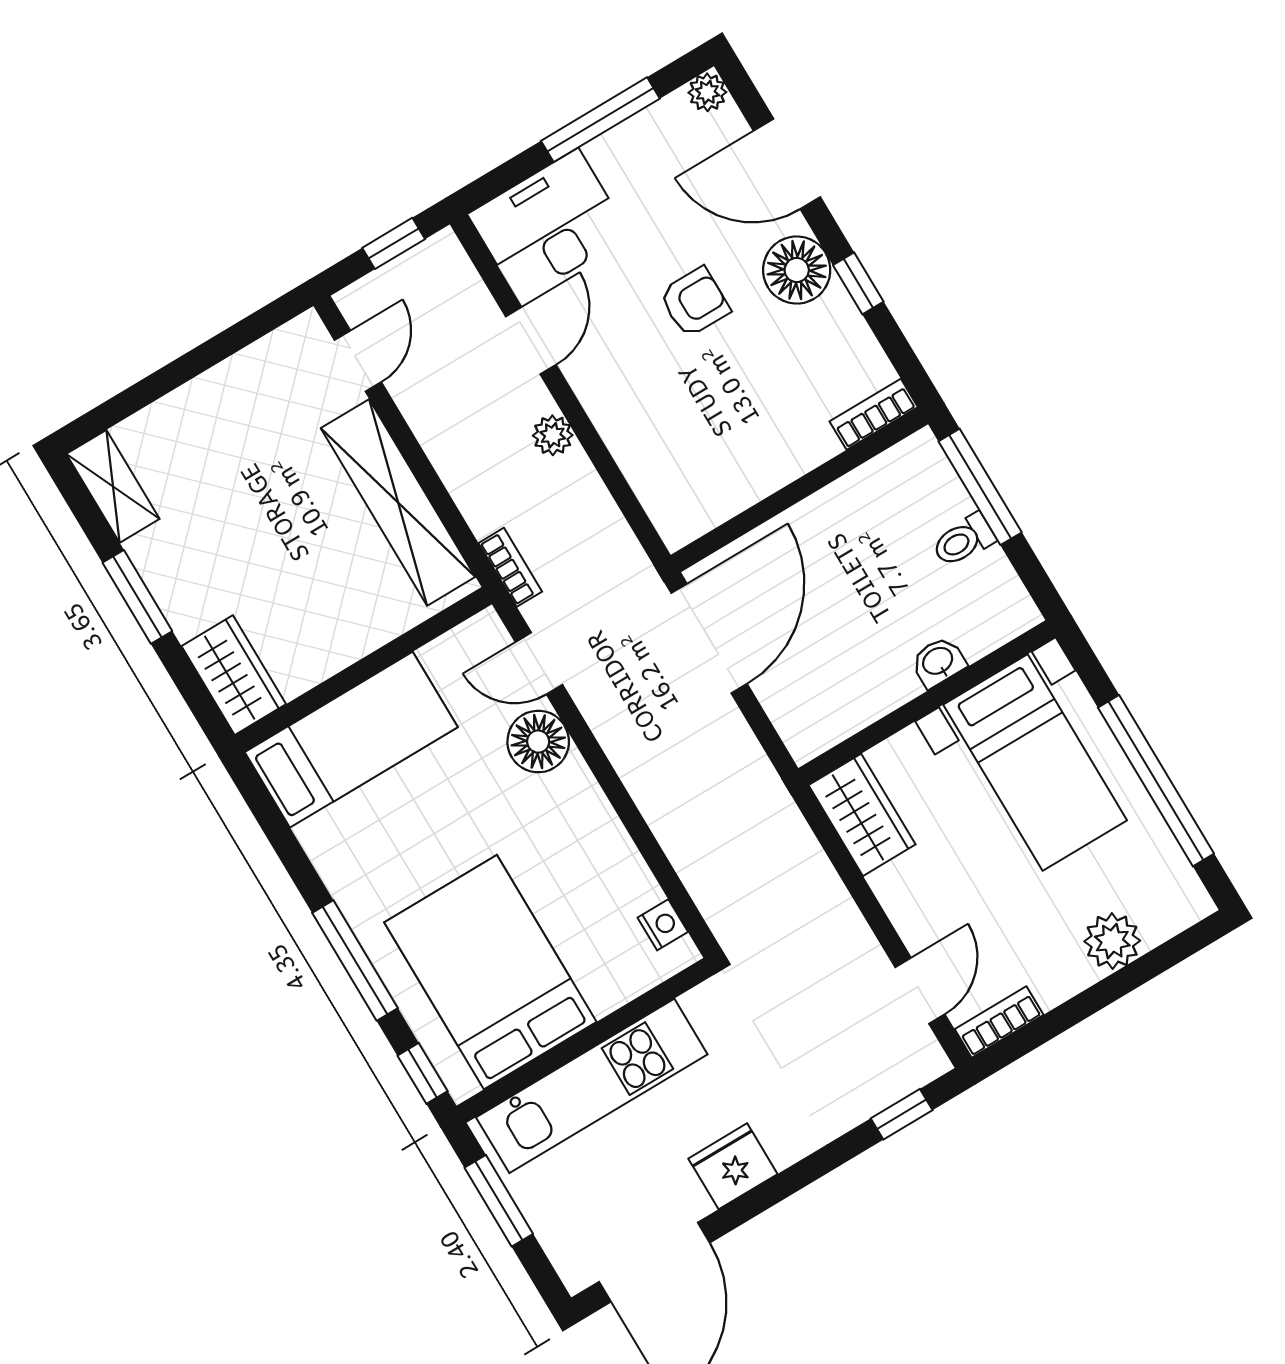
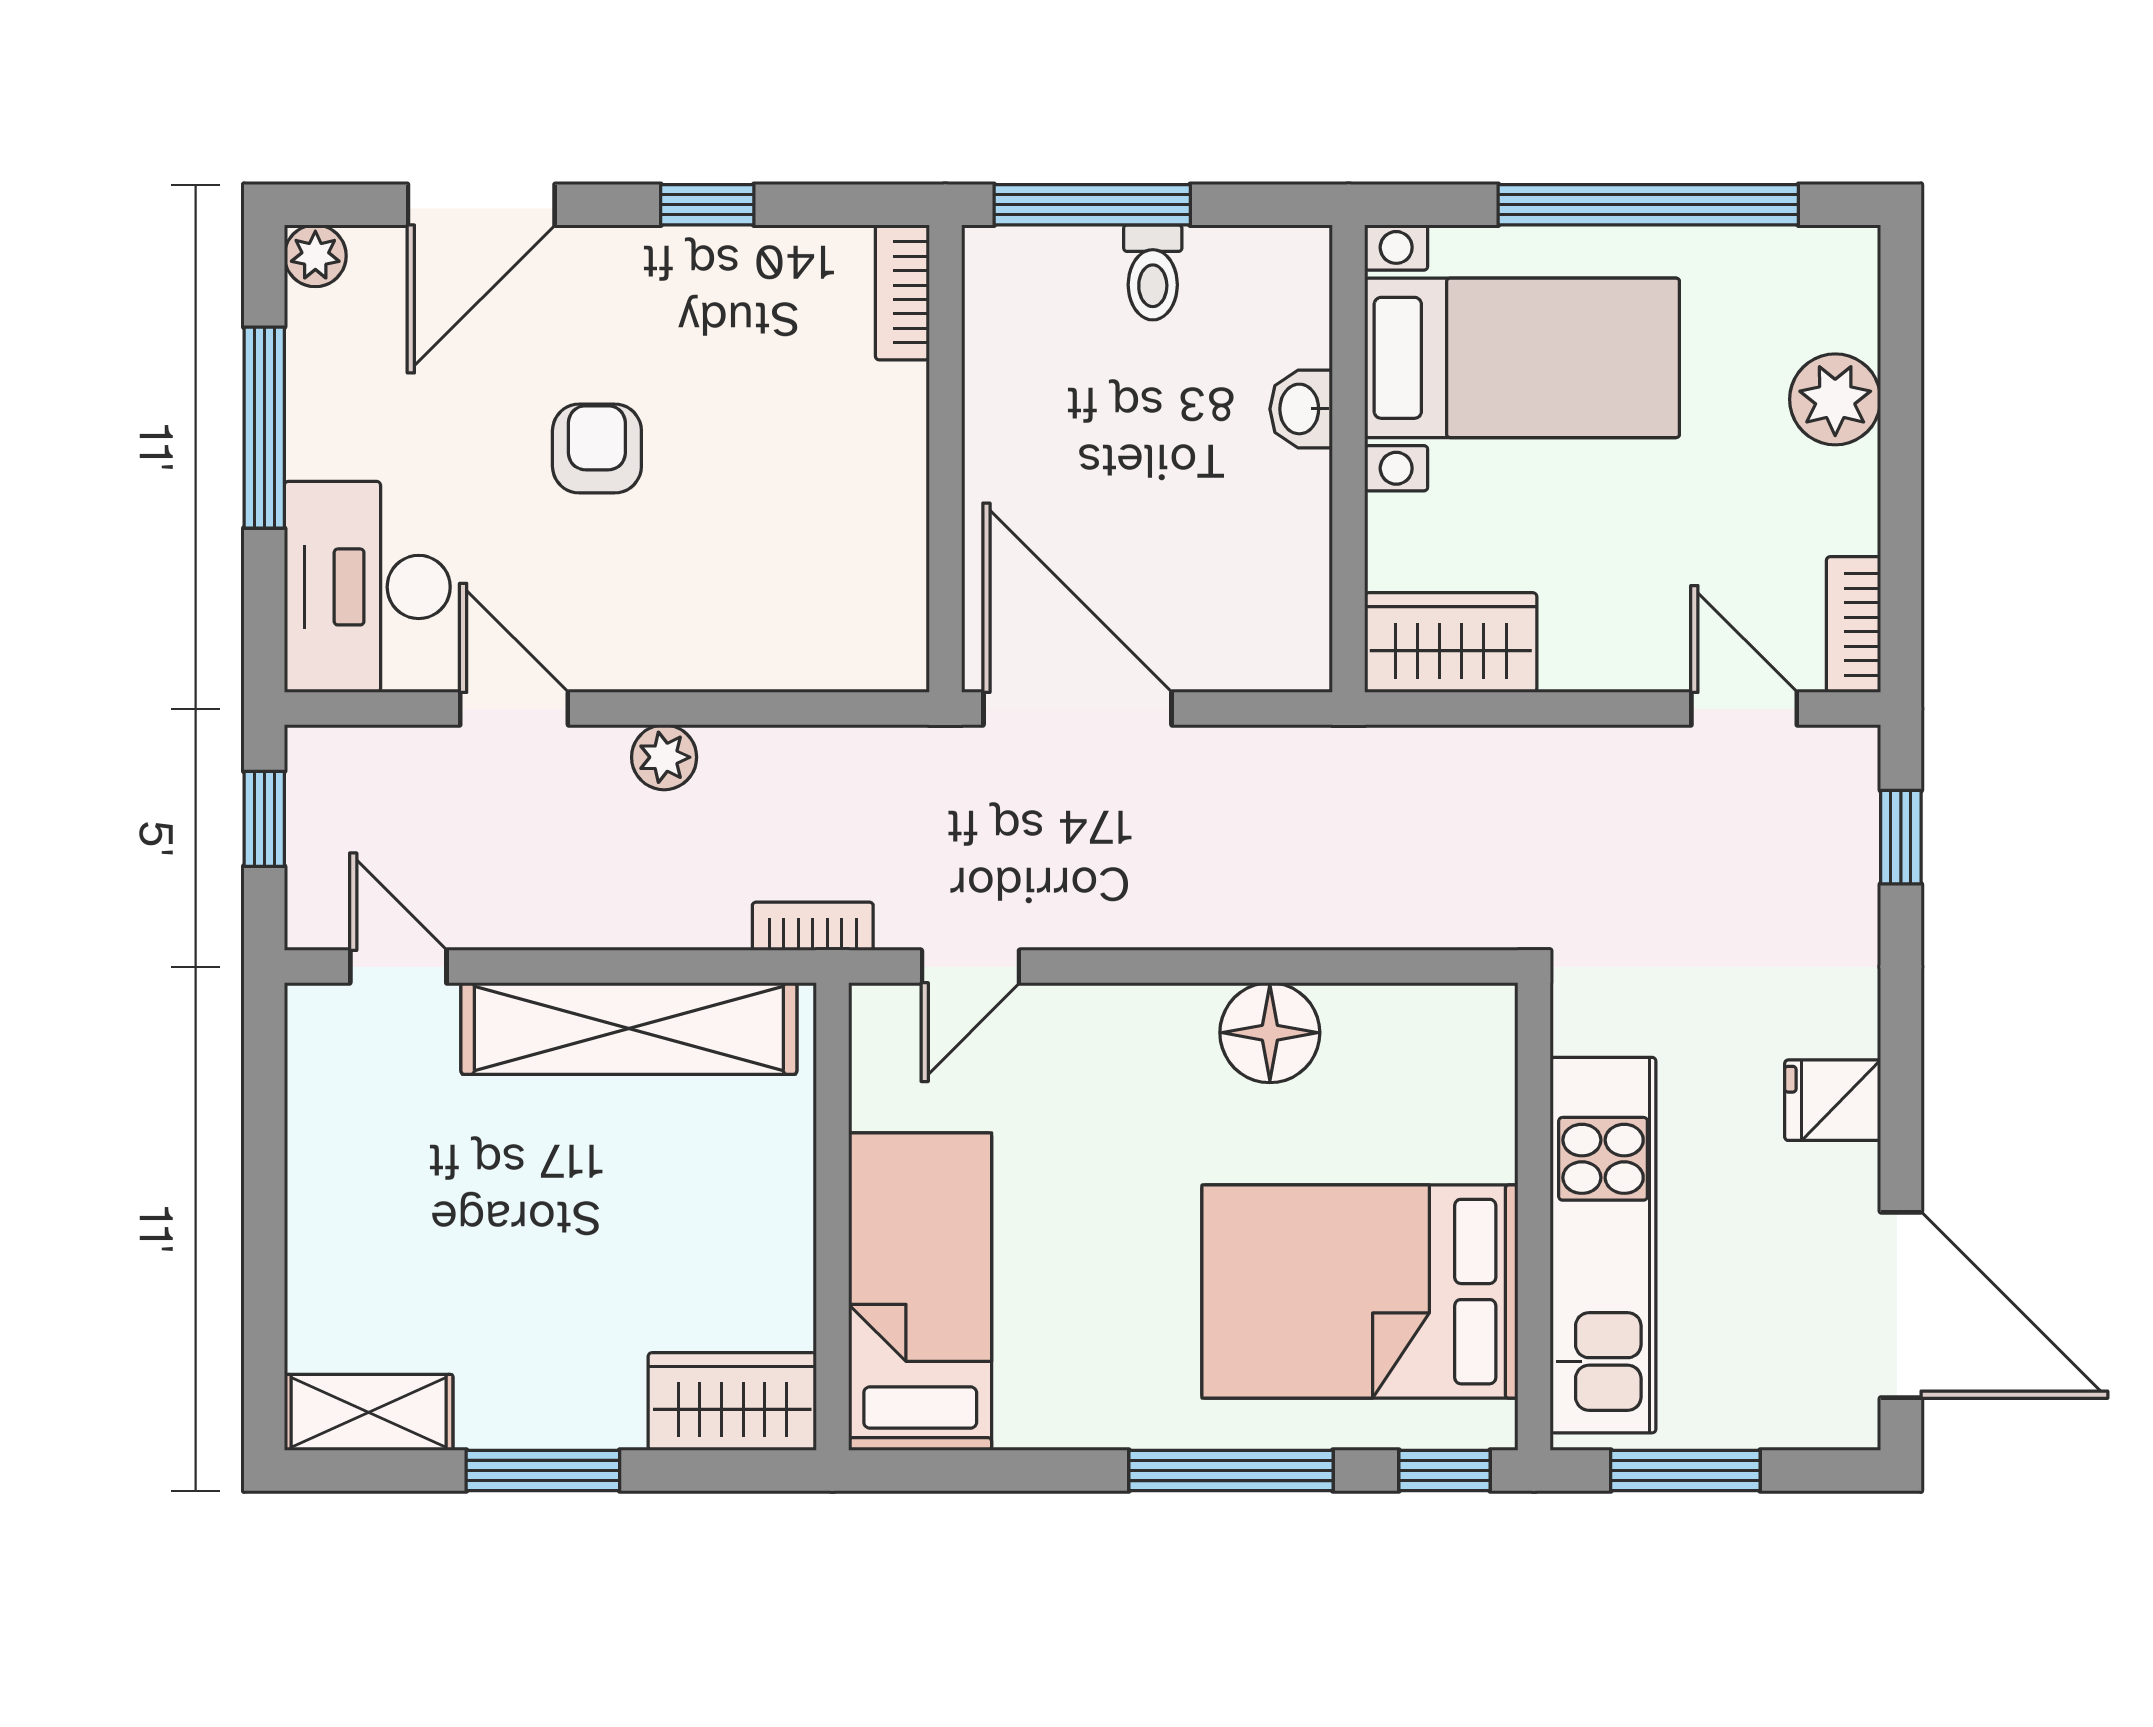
floor lamp: (797, 270) -> (637, 279), removed
floor lamp: (538, 742) -> (1270, 1033), moved
nightstand: (663, 925) -> (1438, 1012), removed
fridge: (733, 1166) -> (1833, 1100), width x0.72

